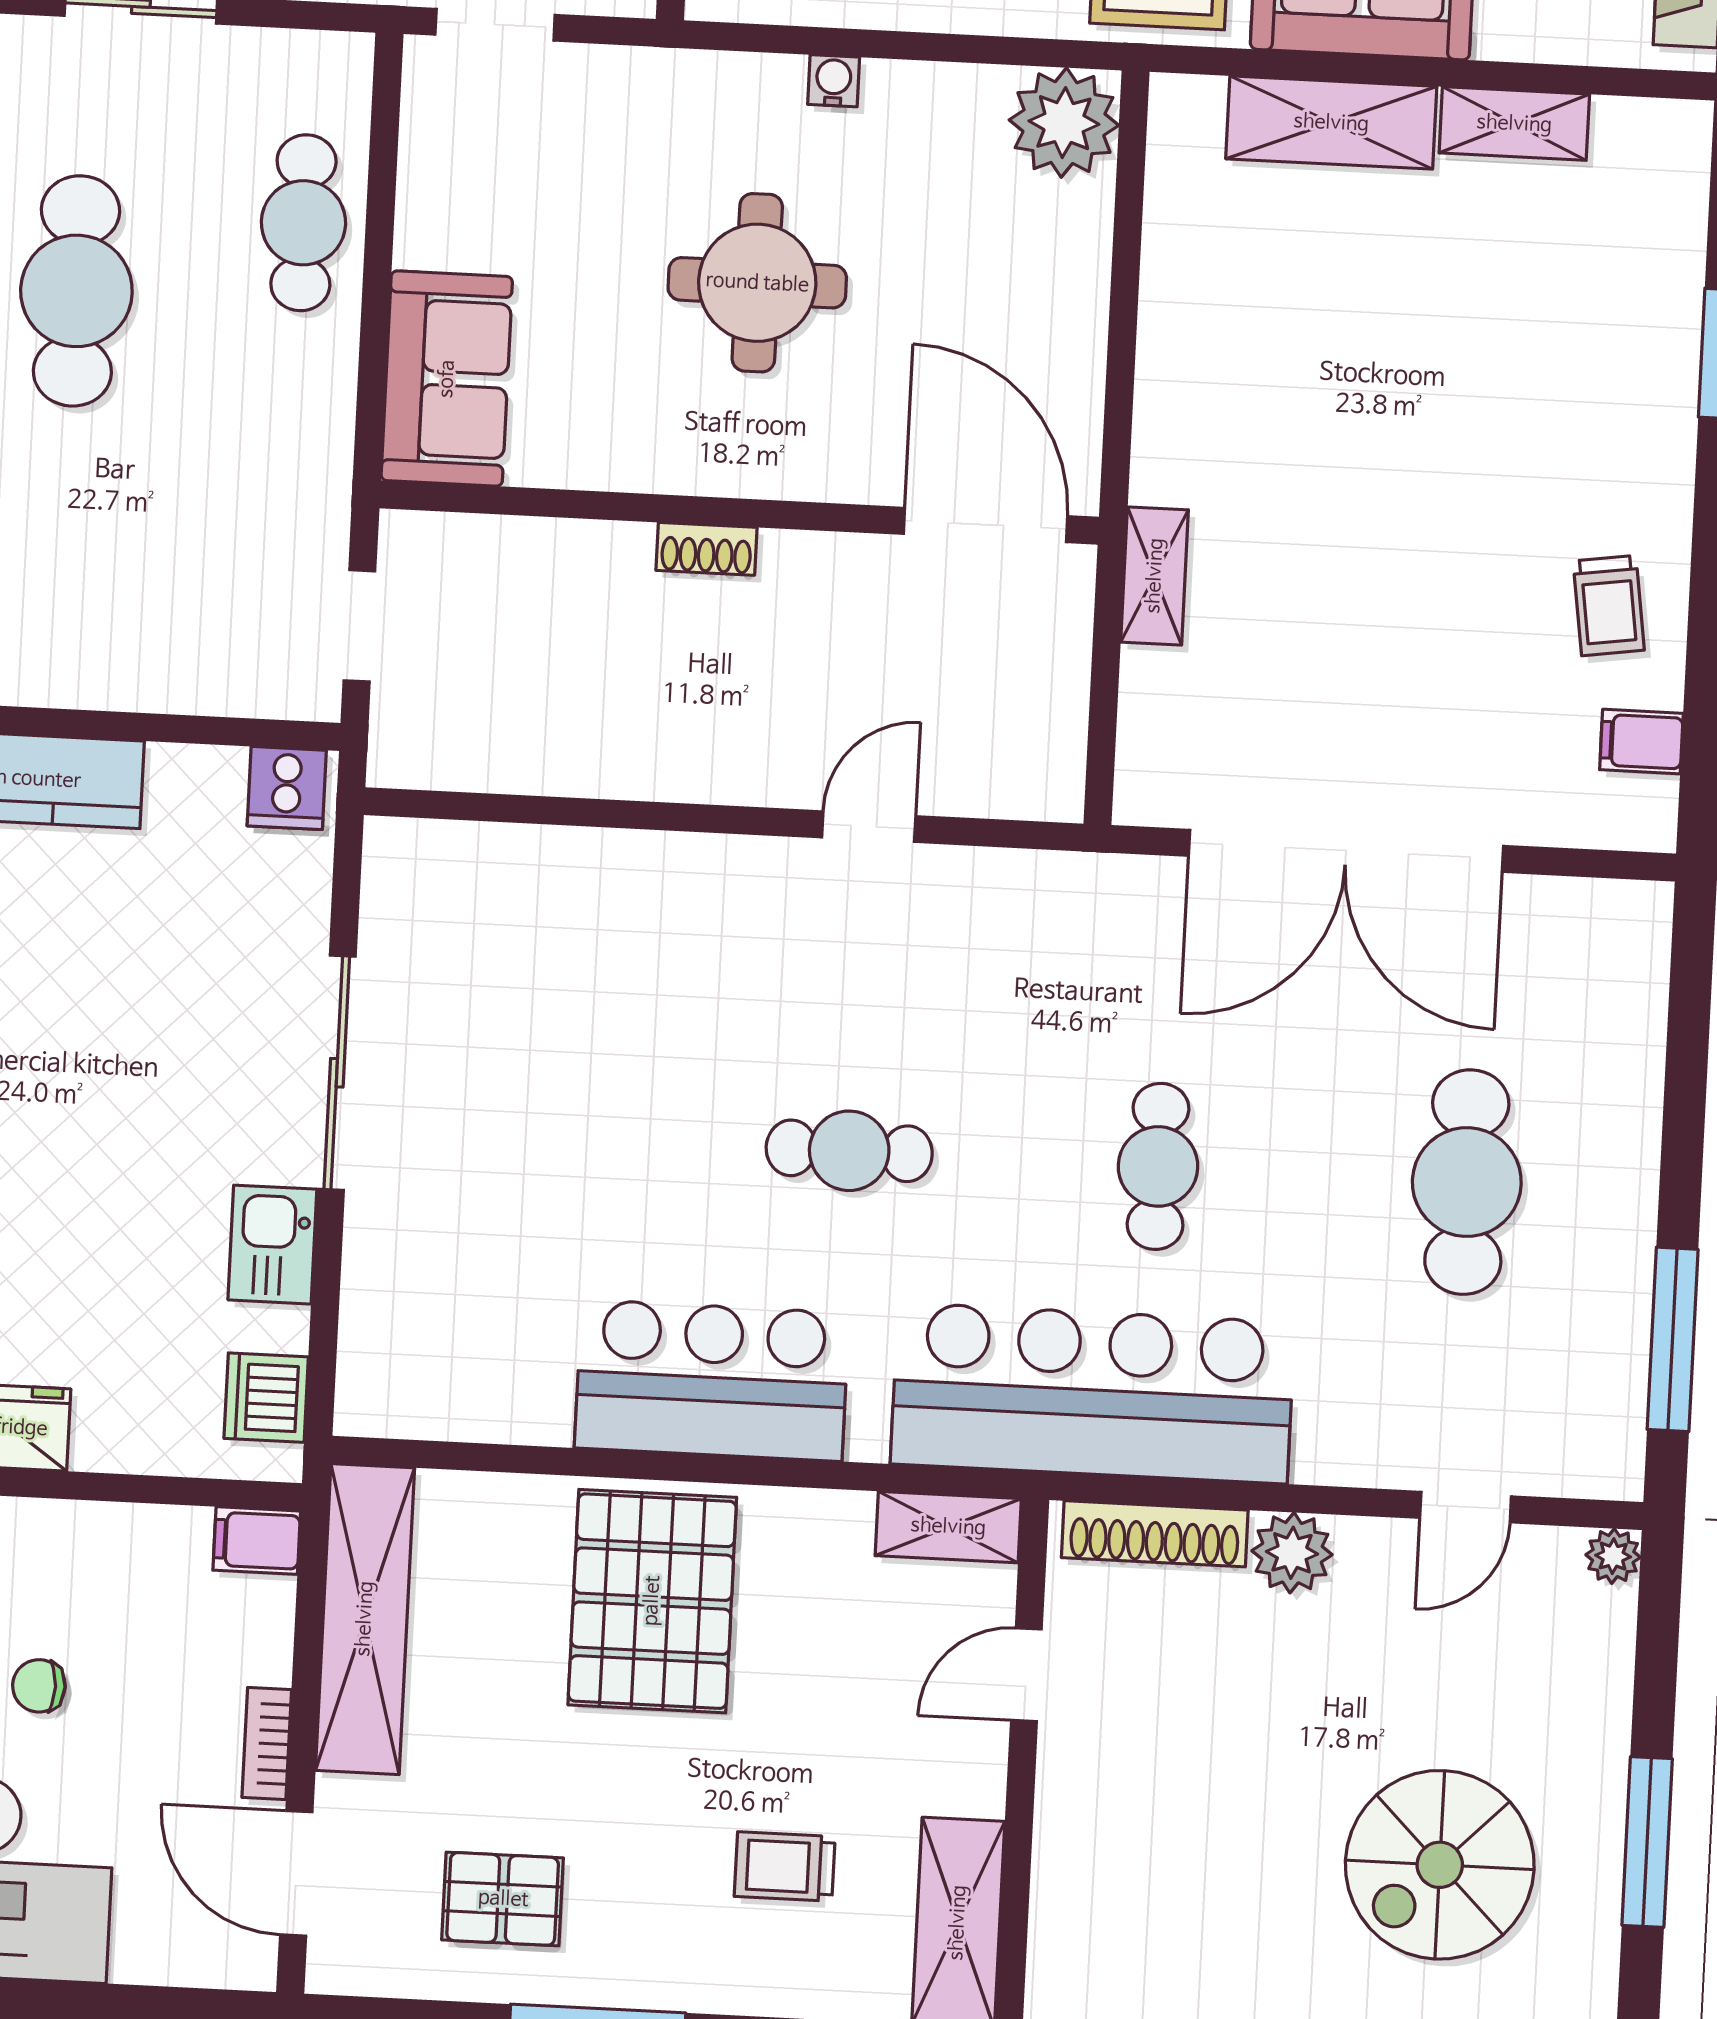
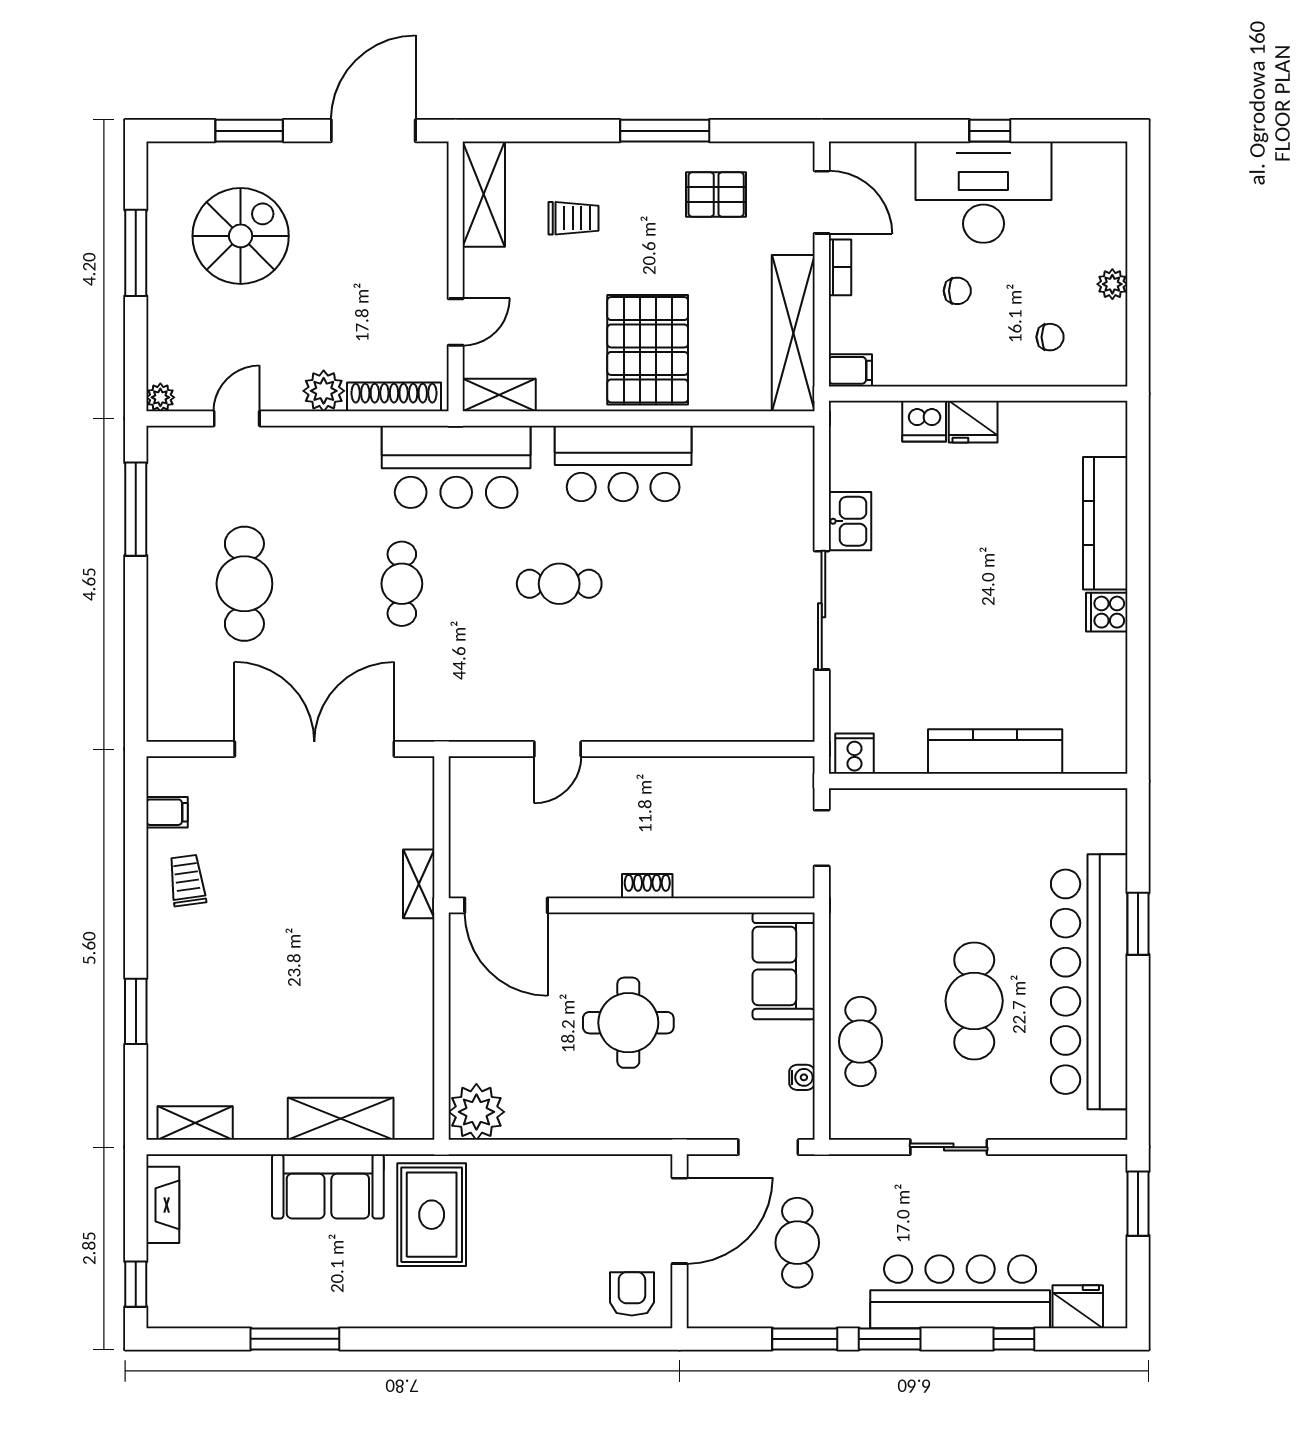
water cooler: (834, 81) -> (802, 1077), moved, turned -90
shelving: (1514, 124) -> (195, 1123), moved
bar counter: (1093, 1393) -> (456, 467), width x0.73
dishwasher: (266, 1398) -> (924, 421), moved, turned 90

